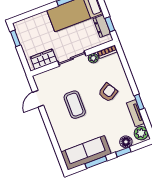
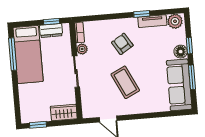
wardrobe: (44, 59) -> (64, 113), moved, turned 90
coffee table: (75, 105) -> (125, 82), turned 64
floor lamp: (126, 142) -> (181, 52), moved

